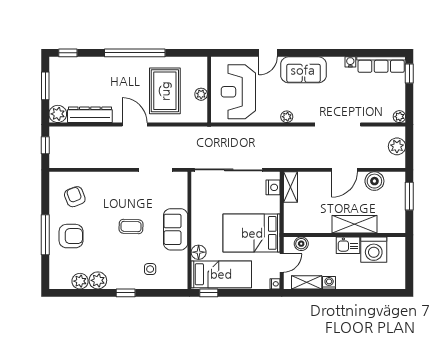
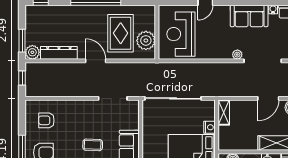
sofa: (303, 70) -> (249, 16), moved
window: (45, 86) -> (22, 41), moved
plant: (201, 94) -> (146, 40), width x1.88, depth x1.88
plant: (287, 117) -> (237, 55), moved
nightstand: (273, 187) -> (209, 127), moved
armchair: (75, 197) -> (46, 120), turned -69

